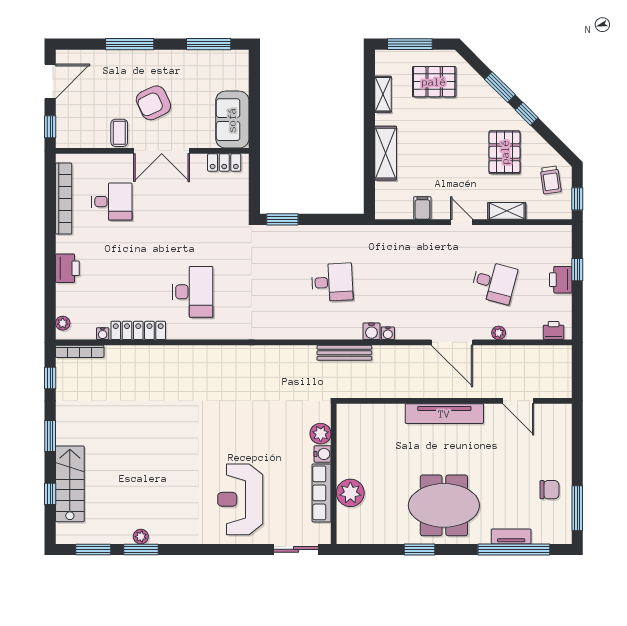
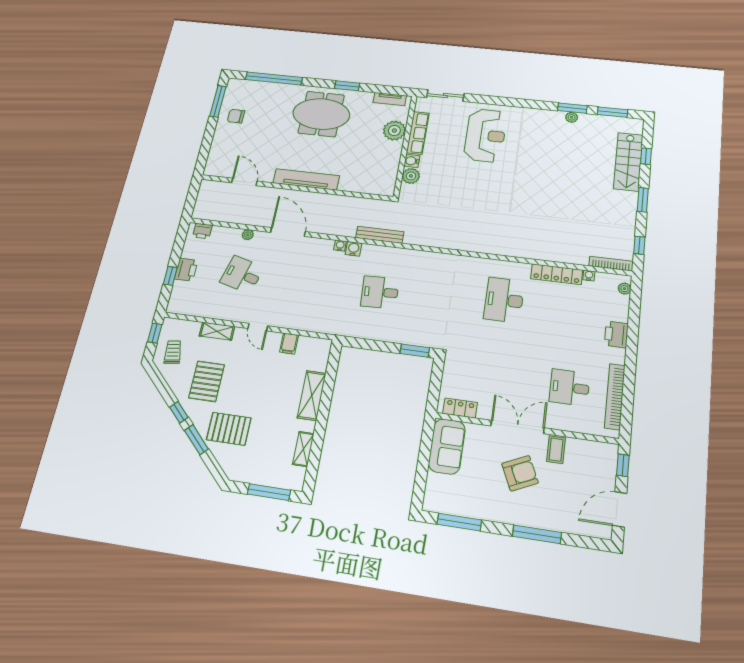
pallet: (434, 82) -> (229, 429), moved
tv unit: (511, 536) -> (390, 99), moved

